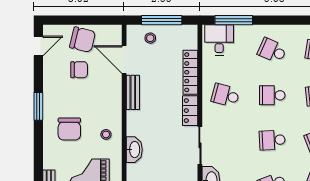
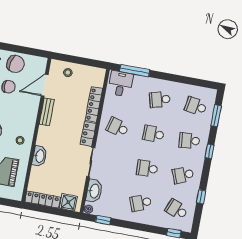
window: (162, 20) -> (79, 60), removed
school desk: (272, 51) -> (160, 100), turned -39
door: (124, 60) -> (45, 85), hinge flipped

